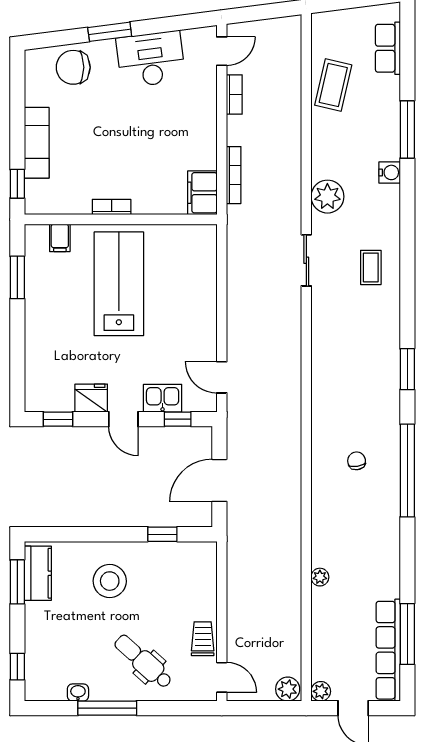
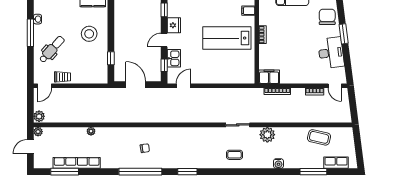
window: (407, 130) -> (313, 172), moved
lab bench: (119, 284) -> (227, 38), turned 180
row of seats: (388, 650) -> (77, 163), moved

